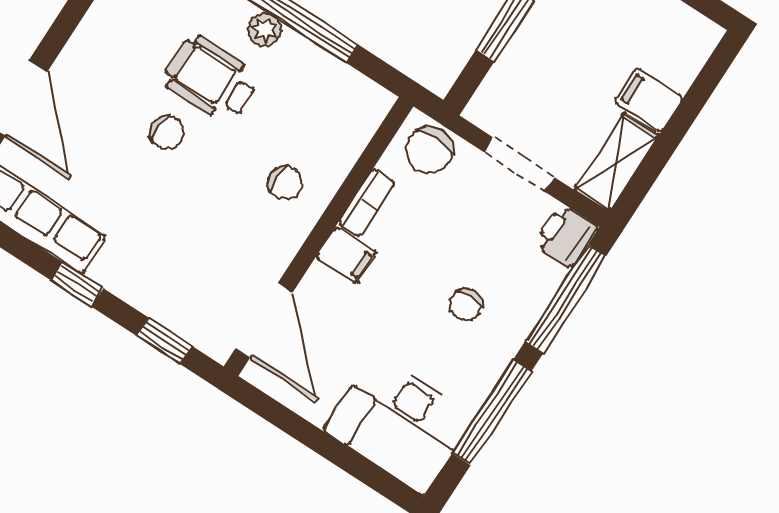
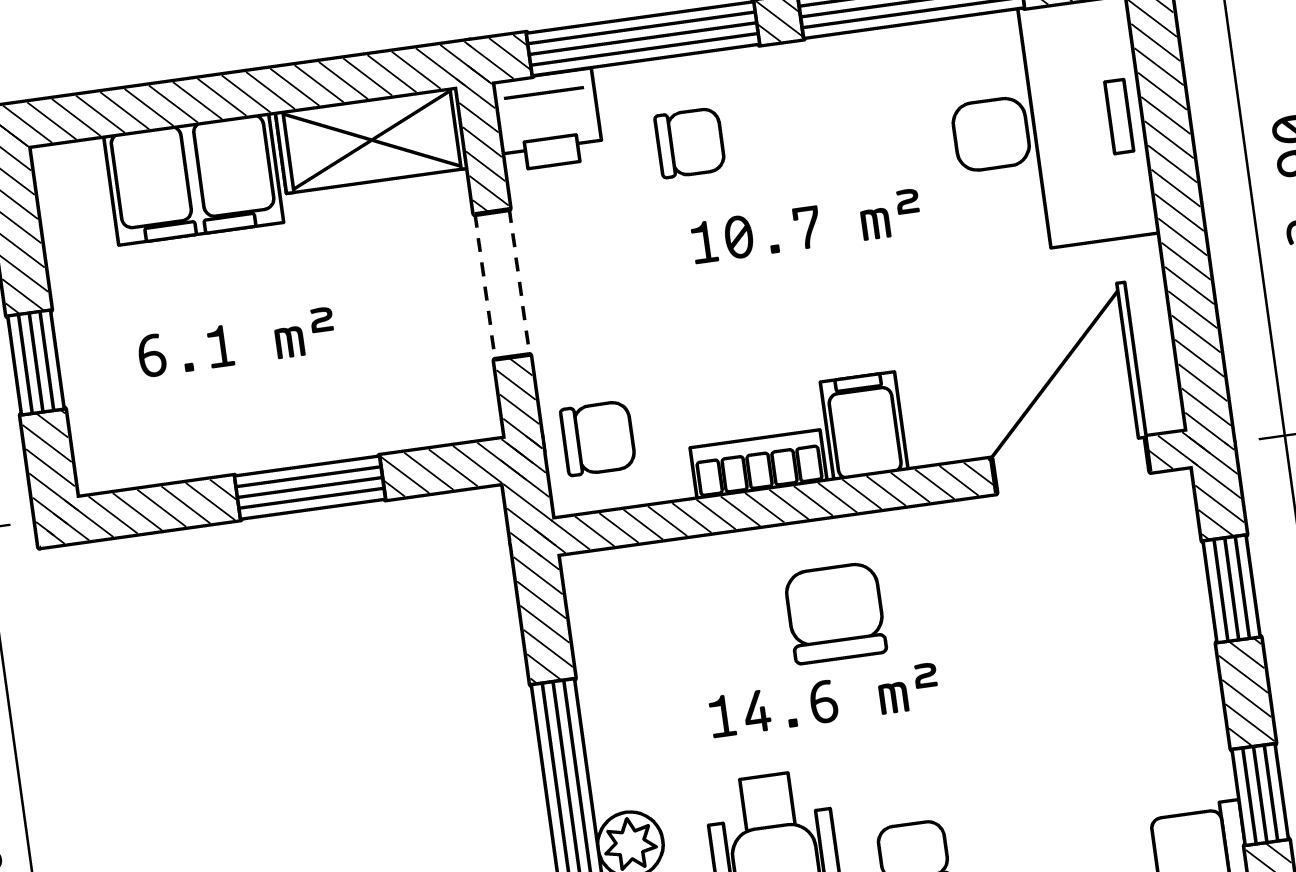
filing cabinet: (649, 100) -> (194, 179), width x2.00
chair: (429, 150) -> (598, 438), width x0.73, depth x0.73
chair: (285, 183) -> (835, 613), width x1.37, depth x1.37
chair: (466, 304) -> (690, 143), moved

